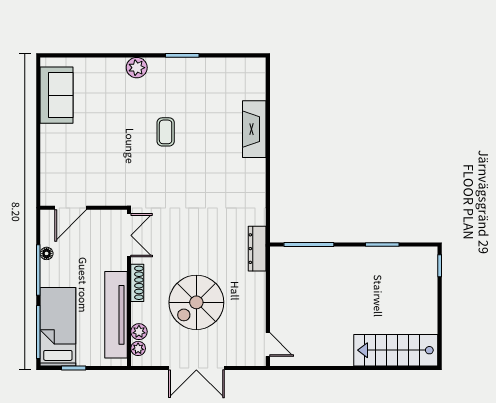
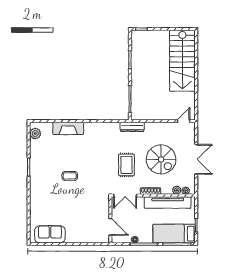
plant: (137, 68) -> (35, 134), moved
double door: (129, 235) -> (125, 196), swing flipped
rug: (186, 238) -> (126, 165), added
stairs: (396, 350) -> (182, 61), width x1.36, depth x1.51

